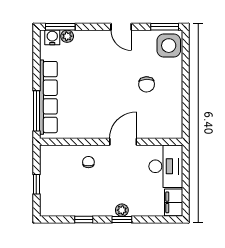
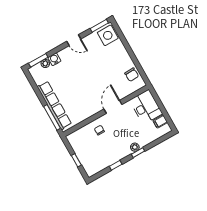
water cooler: (52, 37) -> (54, 59), moved
chair: (147, 84) -> (132, 75), moved
filing cabinet: (174, 202) -> (160, 122), width x0.50

